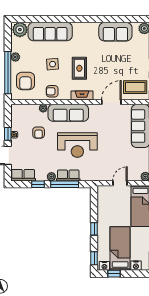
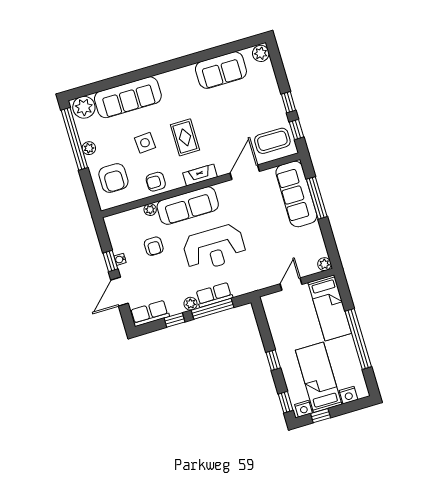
window: (8, 73) -> (74, 139), moved

